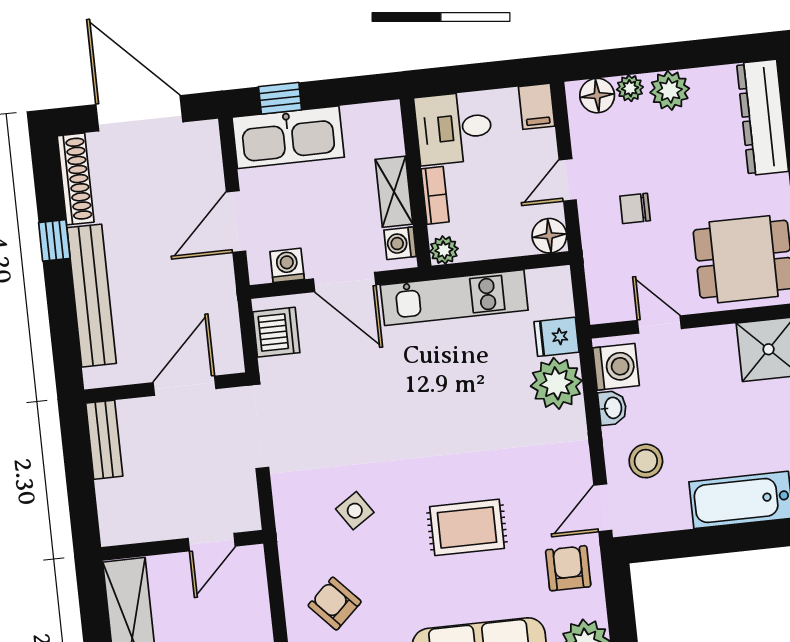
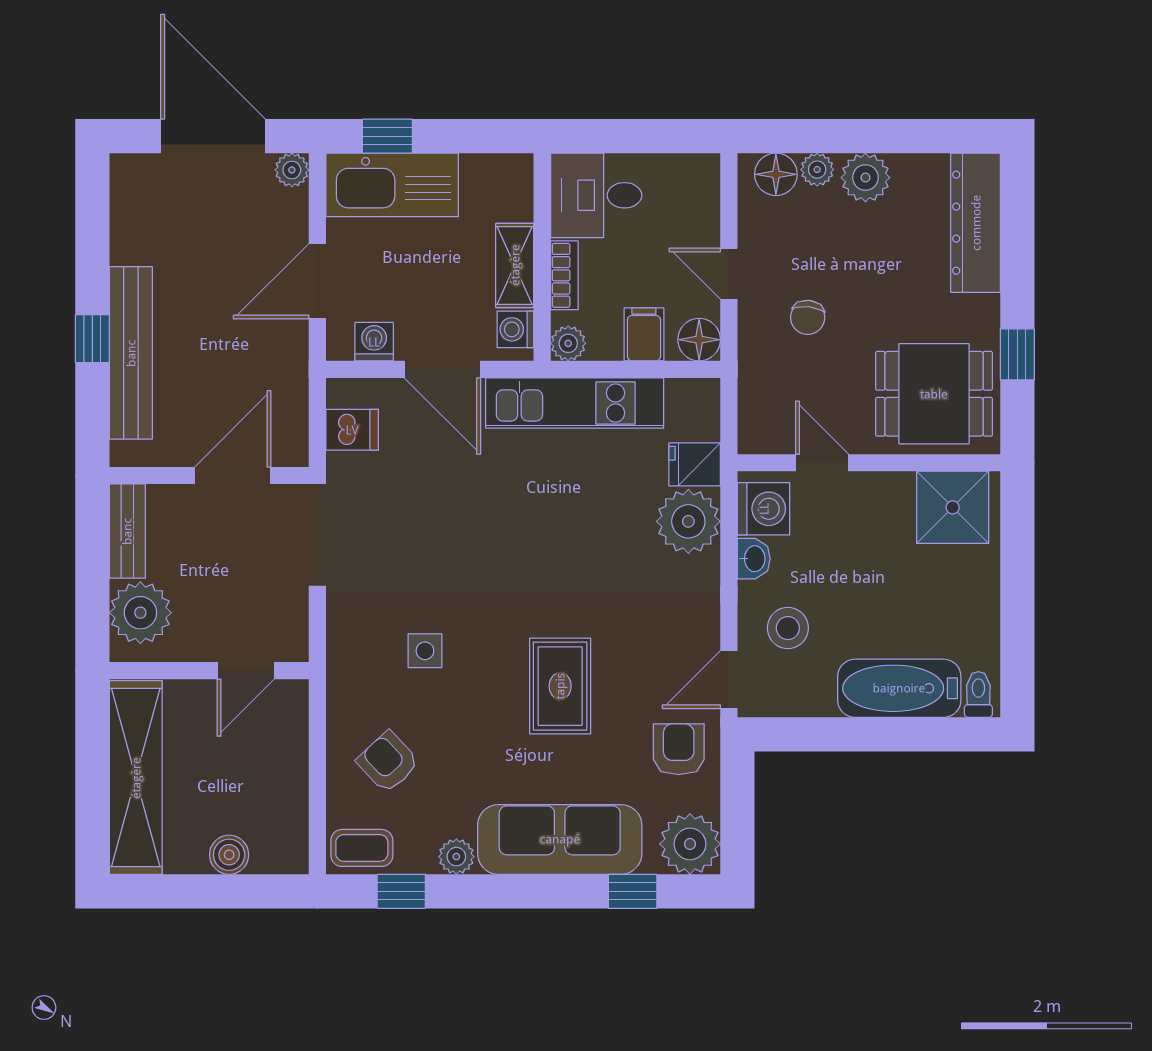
filing cabinet: (537, 106) -> (644, 334), moved, turned 180
plant: (206, 134) -> (292, 170), added
shoe rack: (76, 179) -> (126, 208), removed
door: (568, 180) -> (729, 274), hinge flipped
chair: (635, 208) -> (808, 317), turned -84
window: (54, 240) -> (92, 339), moved
dishwasher: (276, 332) -> (352, 430), width x0.73
plant: (122, 504) -> (140, 613), added
side table: (355, 511) -> (425, 651), turned 34
rug: (467, 527) -> (560, 686), turned 90

